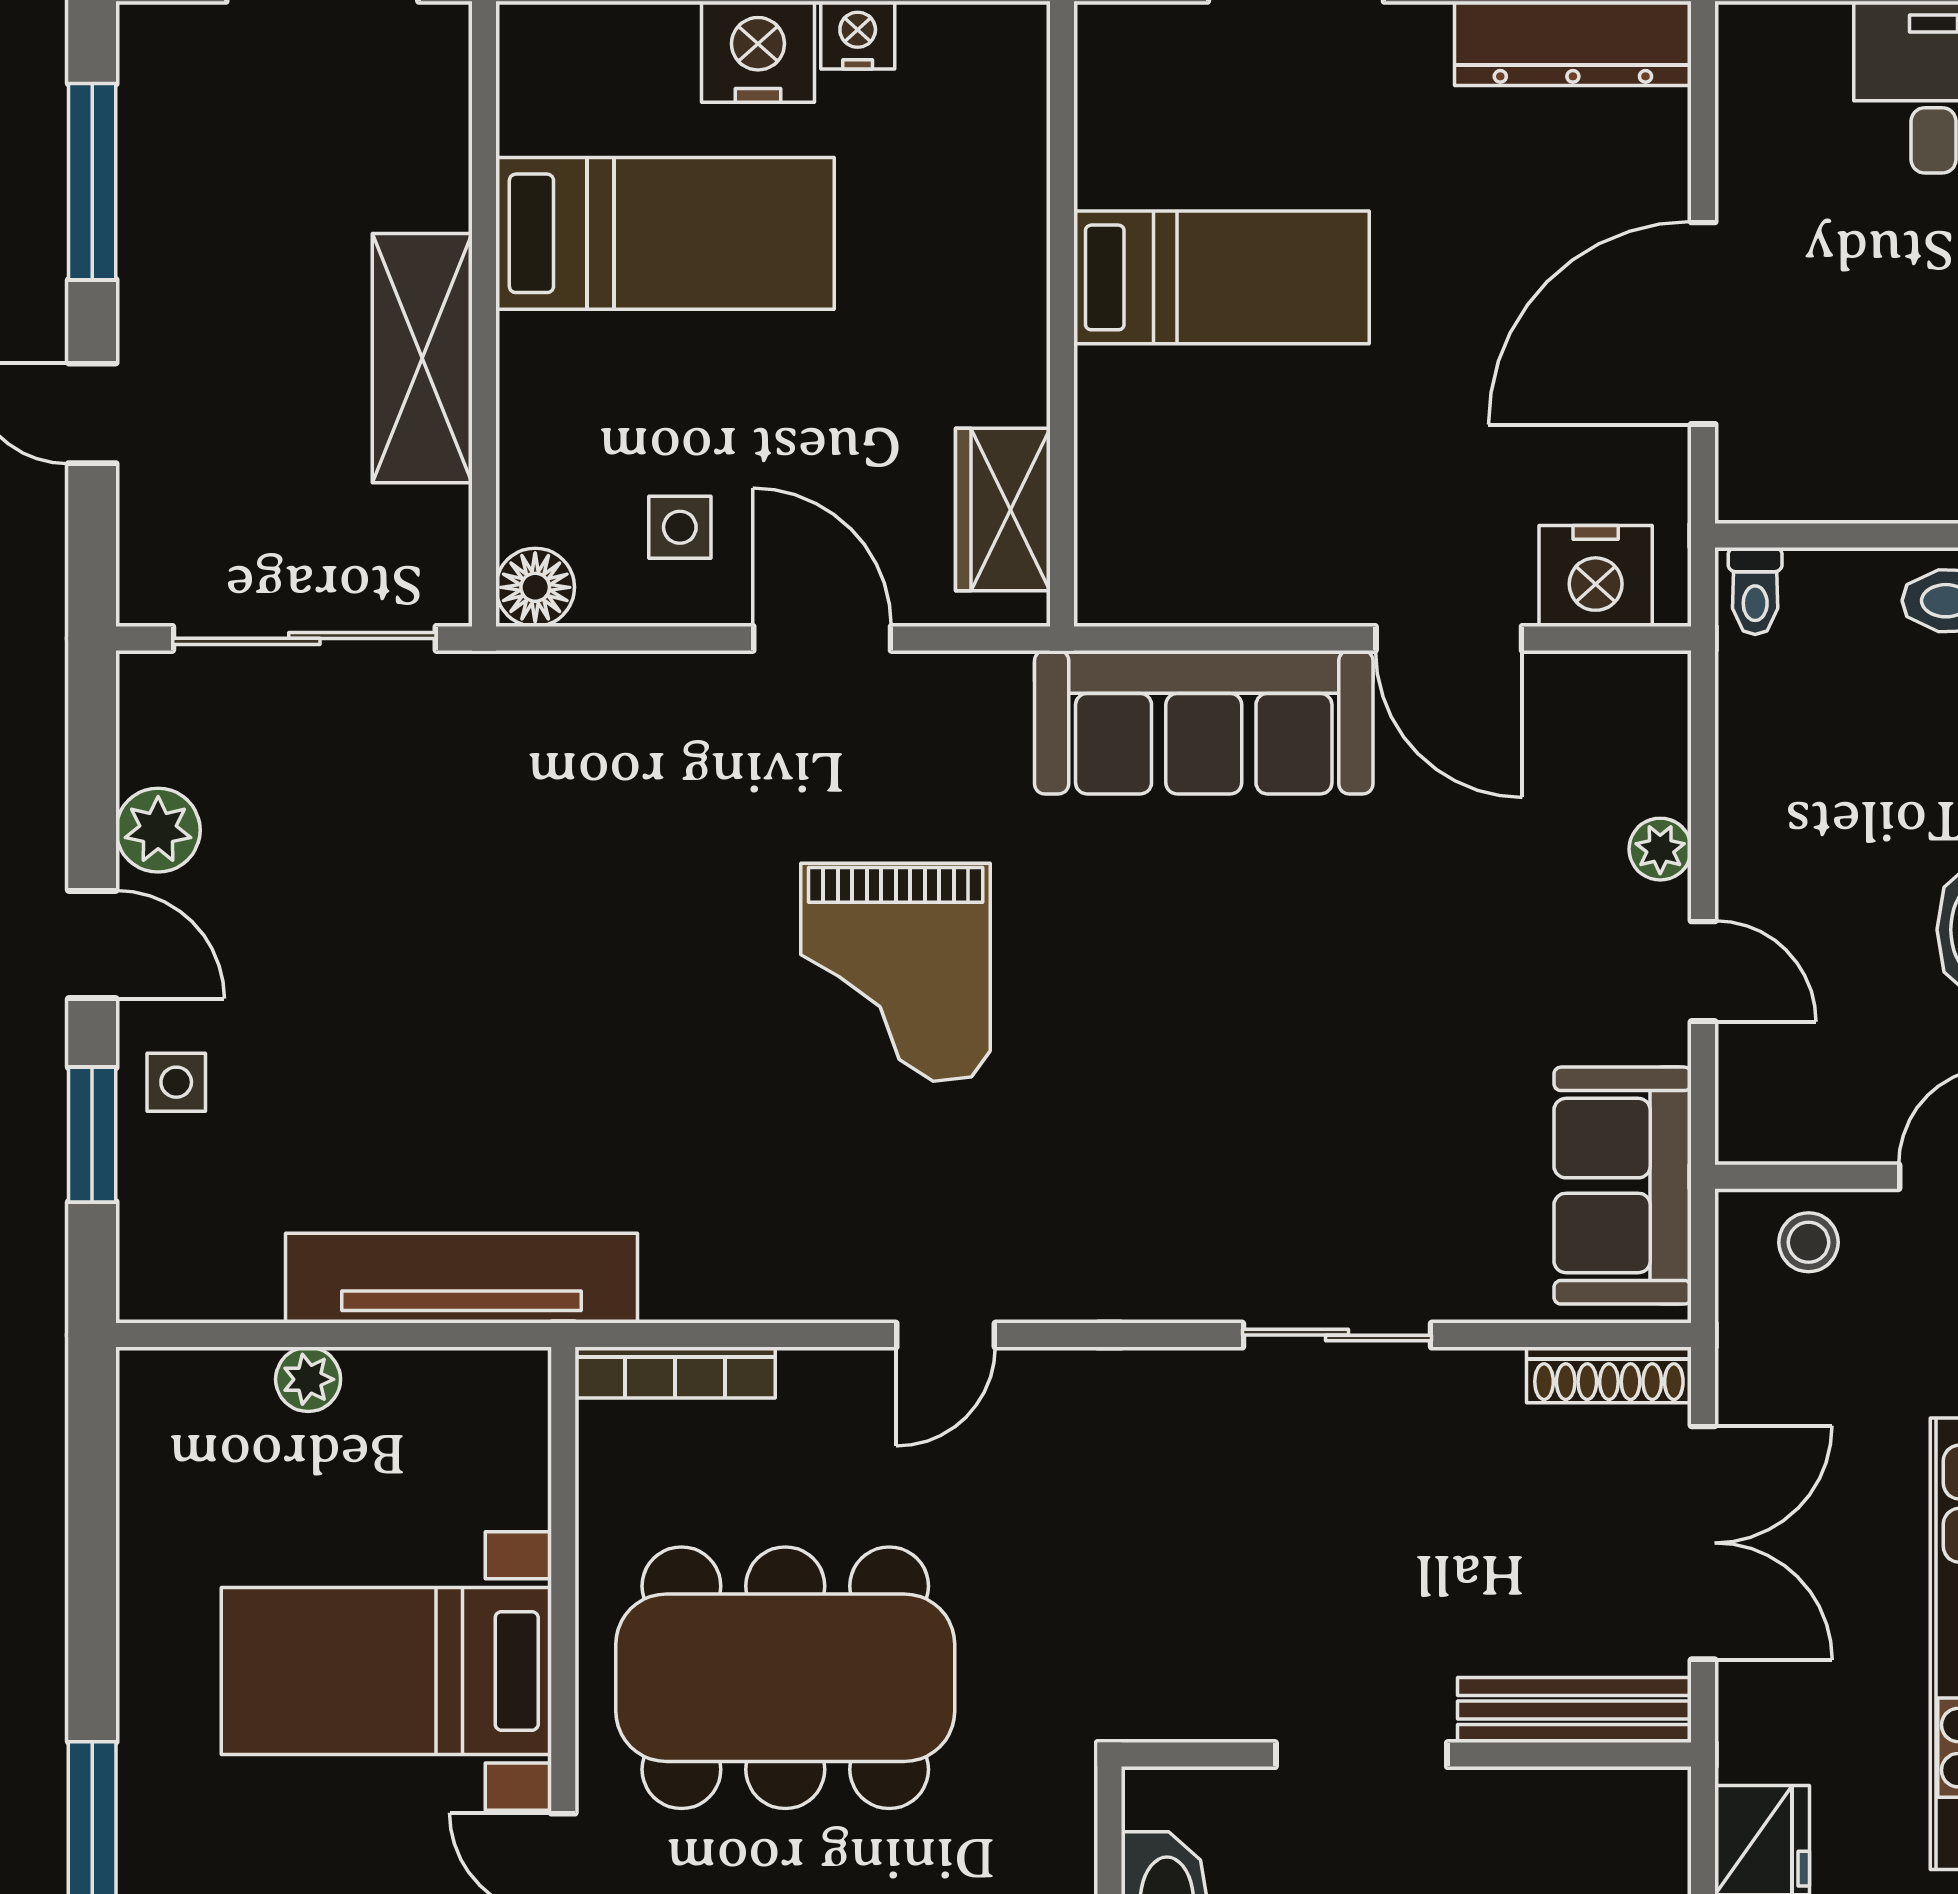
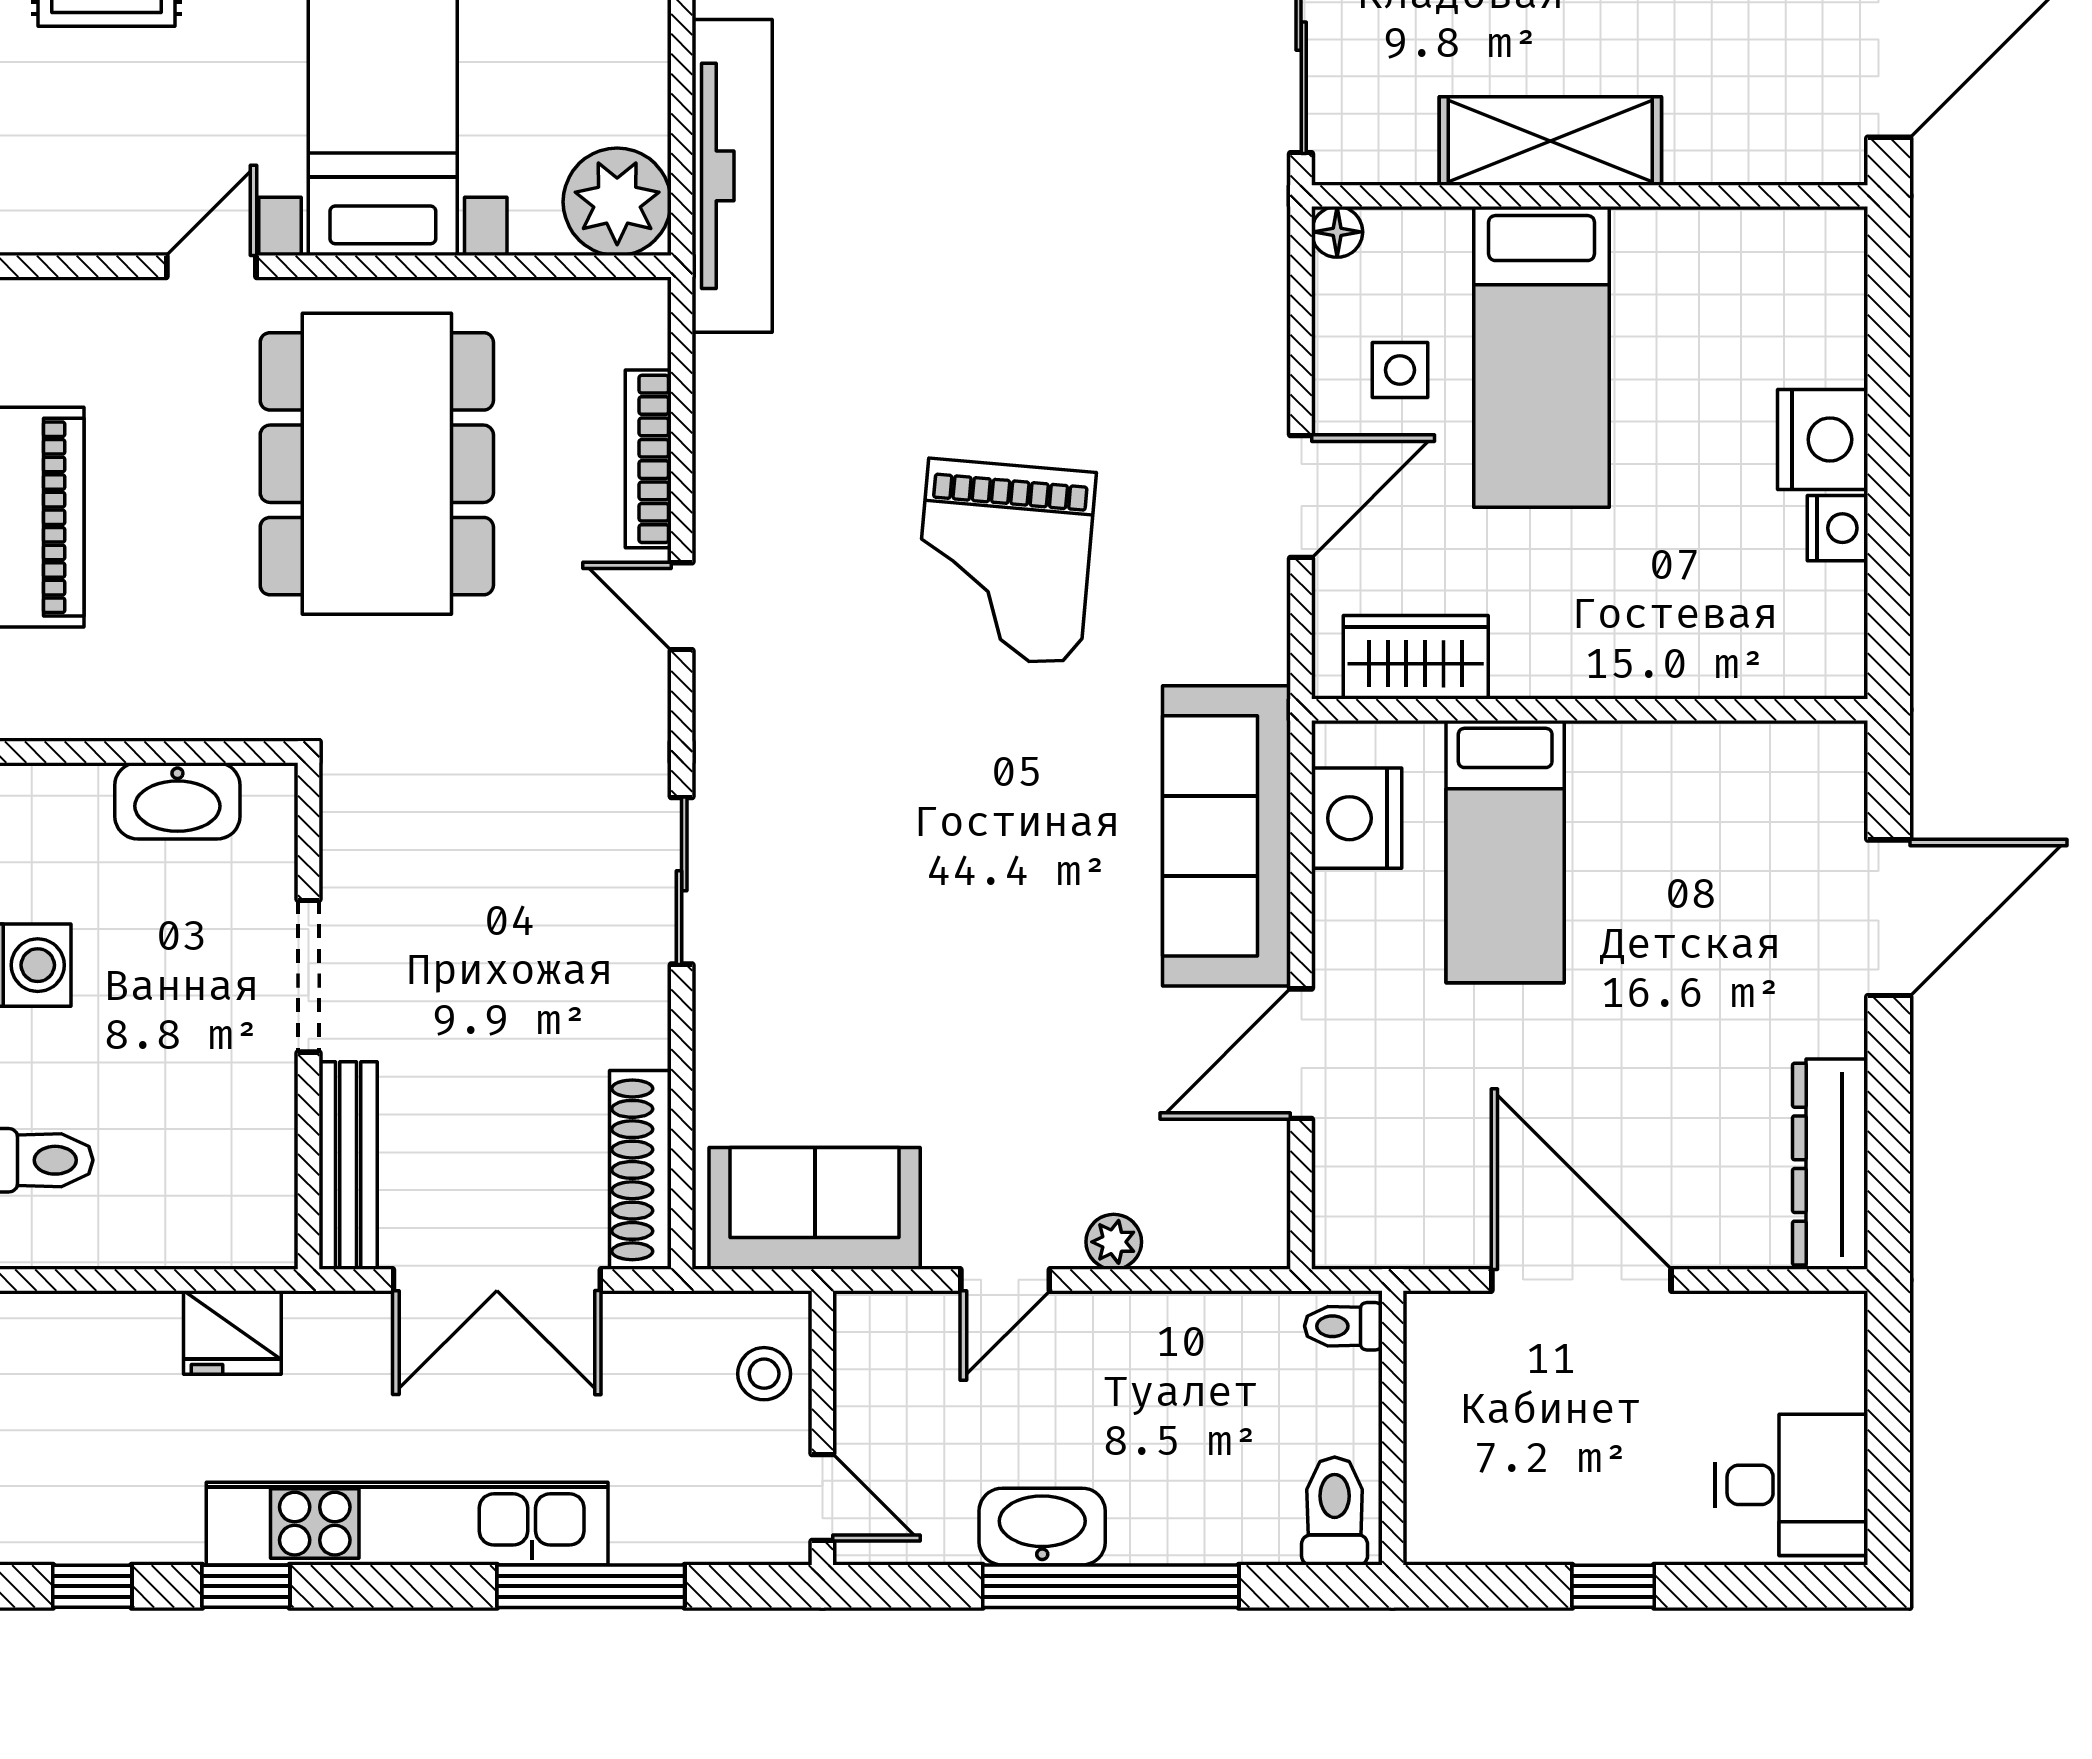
bed: (665, 233) -> (1542, 357), moved
bed: (1221, 277) -> (1505, 852), moved
nightstand: (1596, 576) -> (1357, 818), moved
floor lamp: (535, 587) -> (1337, 232), width x0.73, depth x0.73
grand piano: (896, 972) -> (1004, 562), turned -85
sliding door: (1337, 1335) -> (682, 881), moved
bookcase: (675, 1373) -> (648, 459), moved
shoe rack: (1609, 1375) -> (640, 1170), width x1.36, depth x1.24
plant: (308, 1379) -> (617, 202), moved, width x1.88, depth x1.88

